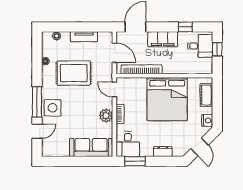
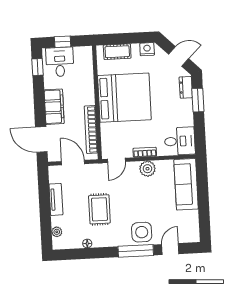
window: (185, 27) -> (38, 67), moved
door: (114, 53) -> (73, 163), hinge flipped
rug: (74, 73) -> (99, 209), width x0.73, depth x0.70
door: (37, 131) -> (170, 249), hinge flipped
dresser: (163, 152) -> (186, 87), moved
window: (135, 161) -> (198, 100), moved

